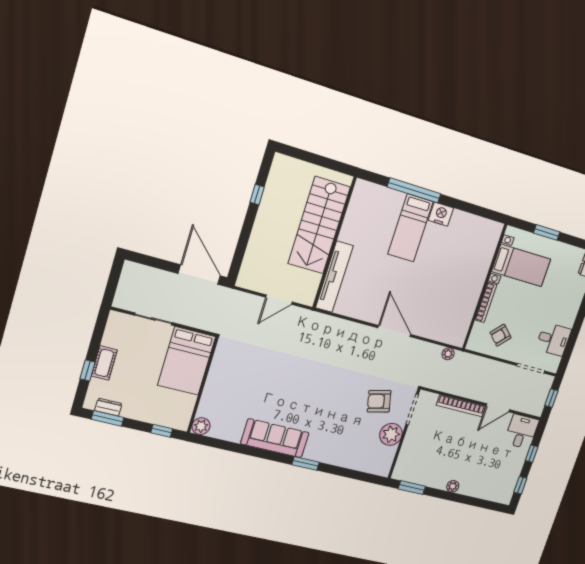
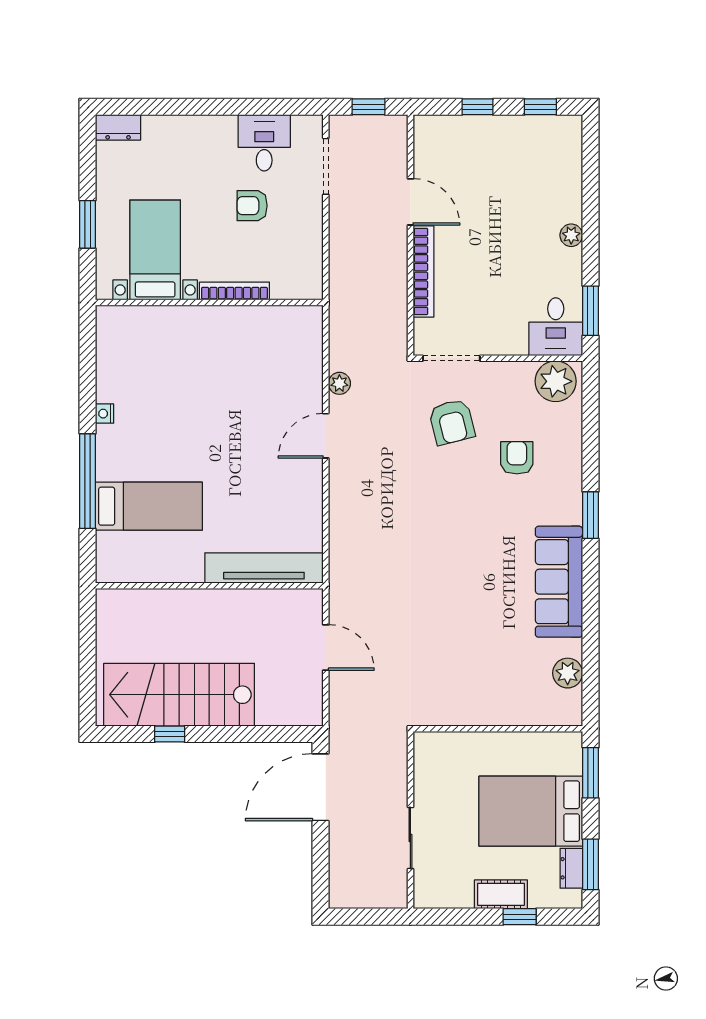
nightstand: (441, 214) -> (105, 414), width x0.53, depth x0.56
stairs: (319, 225) -> (179, 695), moved, turned 180
bed: (410, 228) -> (149, 506), moved
door: (394, 331) -> (326, 436), width x0.73
armchair: (500, 335) -> (252, 206), moved, turned 136
plant: (448, 354) -> (339, 383), moved
bed: (187, 361) -> (531, 811), moved, turned 180
plant: (201, 426) -> (568, 673), moved
window: (162, 431) -> (590, 773), width x1.50
armchair: (349, 431) -> (517, 458), added
desk: (521, 431) -> (556, 327), moved, turned -90
plant: (391, 434) -> (556, 381), moved

